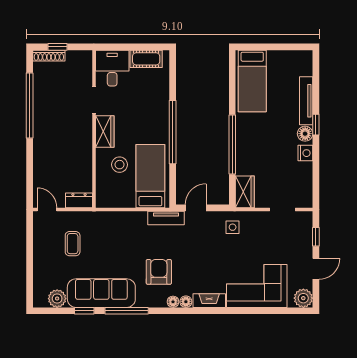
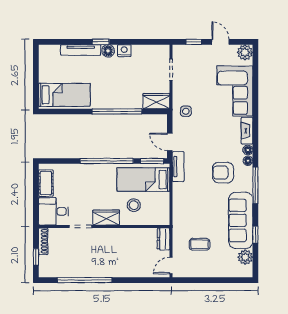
shoe rack: (49, 56) -> (43, 241), moved
window: (173, 186) -> (152, 161), added
window: (127, 311) -> (255, 185), moved

